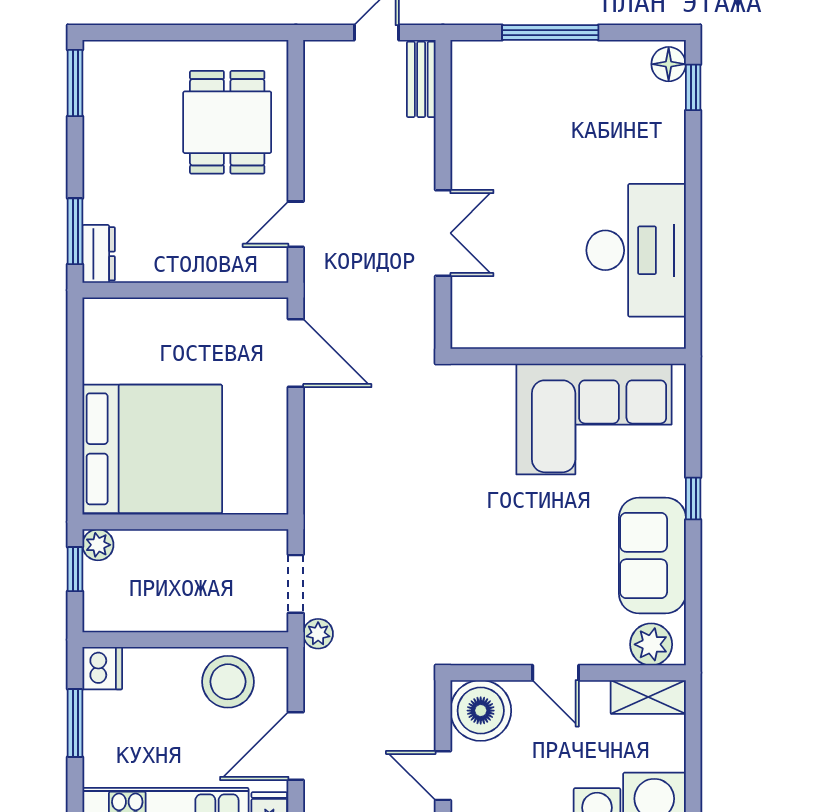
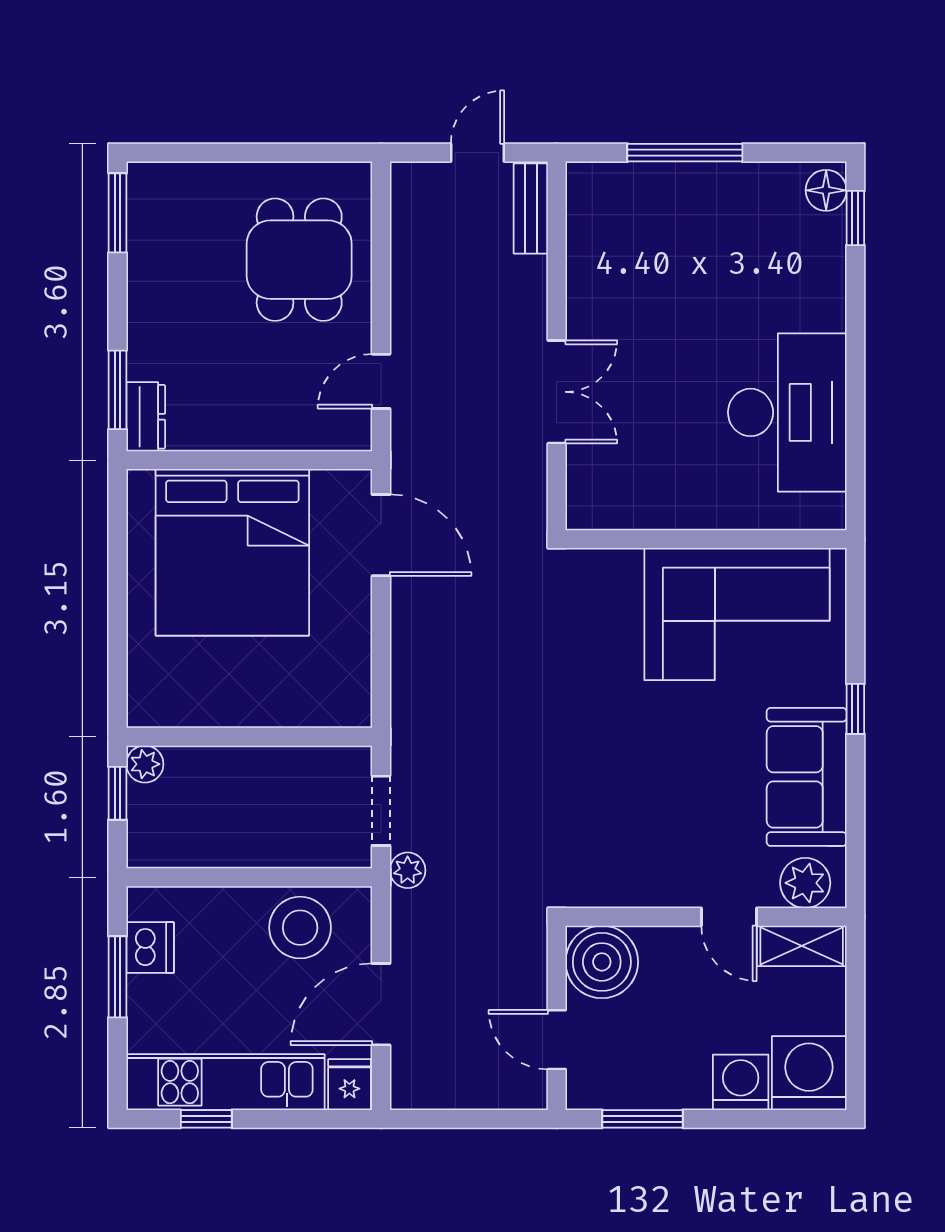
bed: (152, 449) -> (232, 552), moved, turned 90
dishwasher: (102, 668) -> (150, 948), moved
door: (556, 673) -> (729, 917), moved

